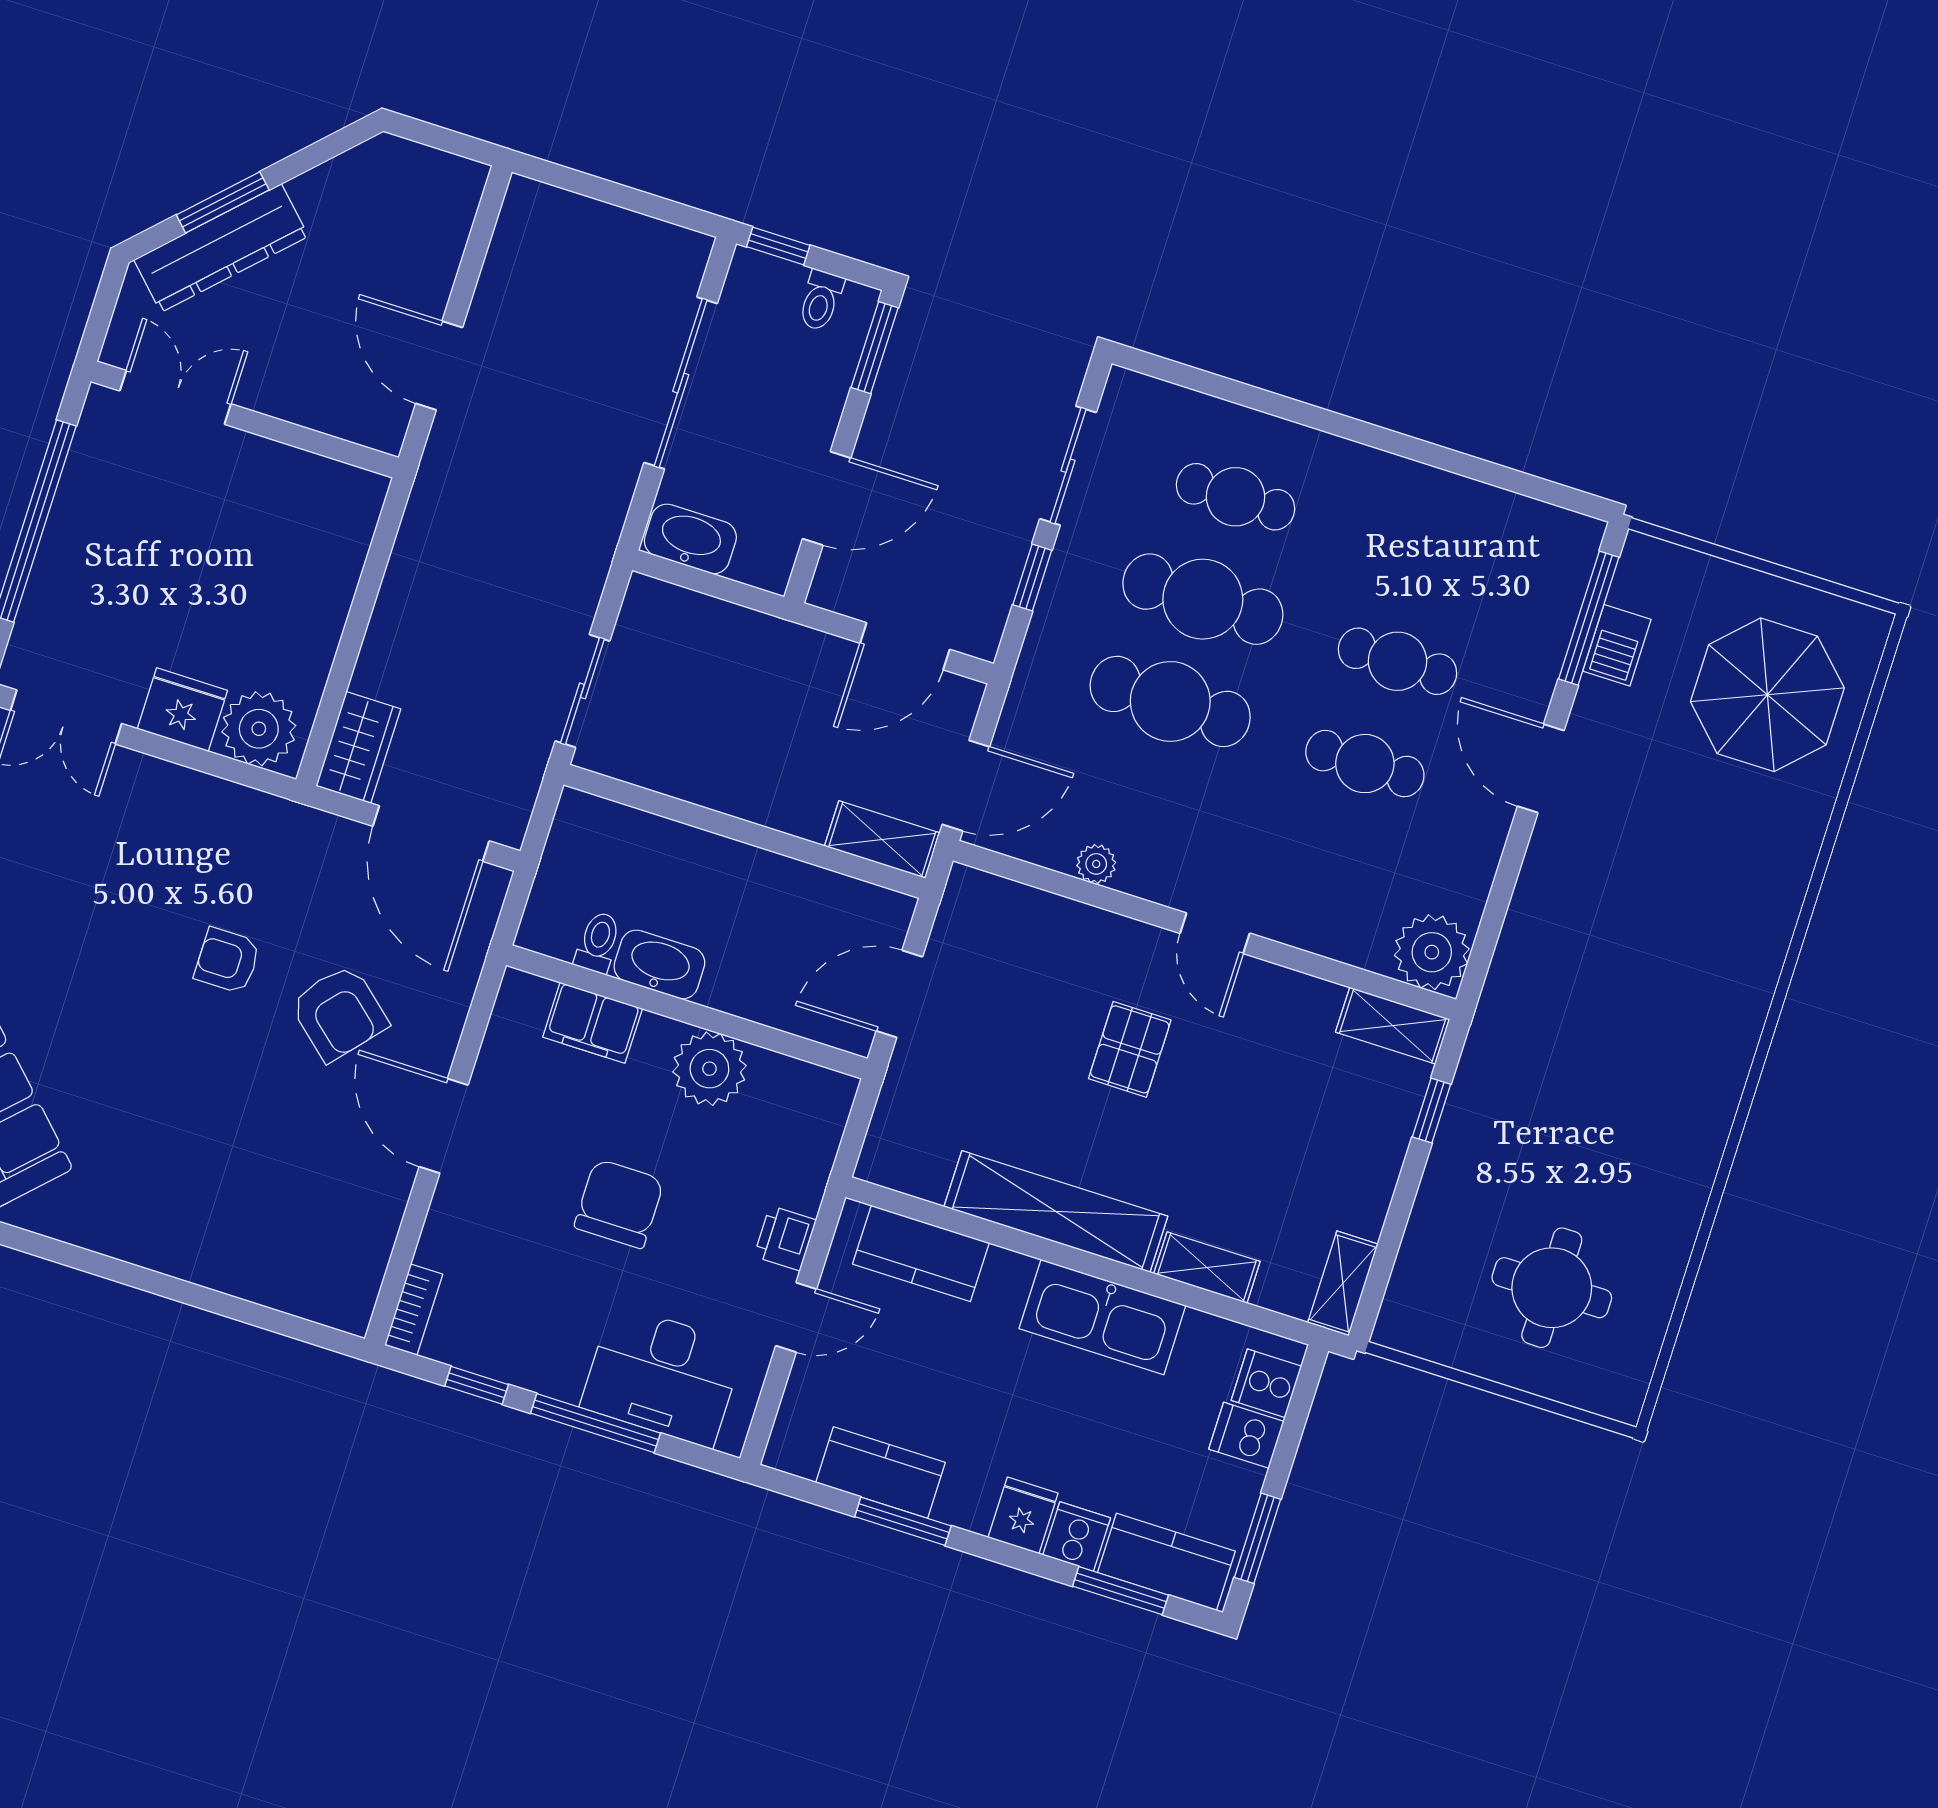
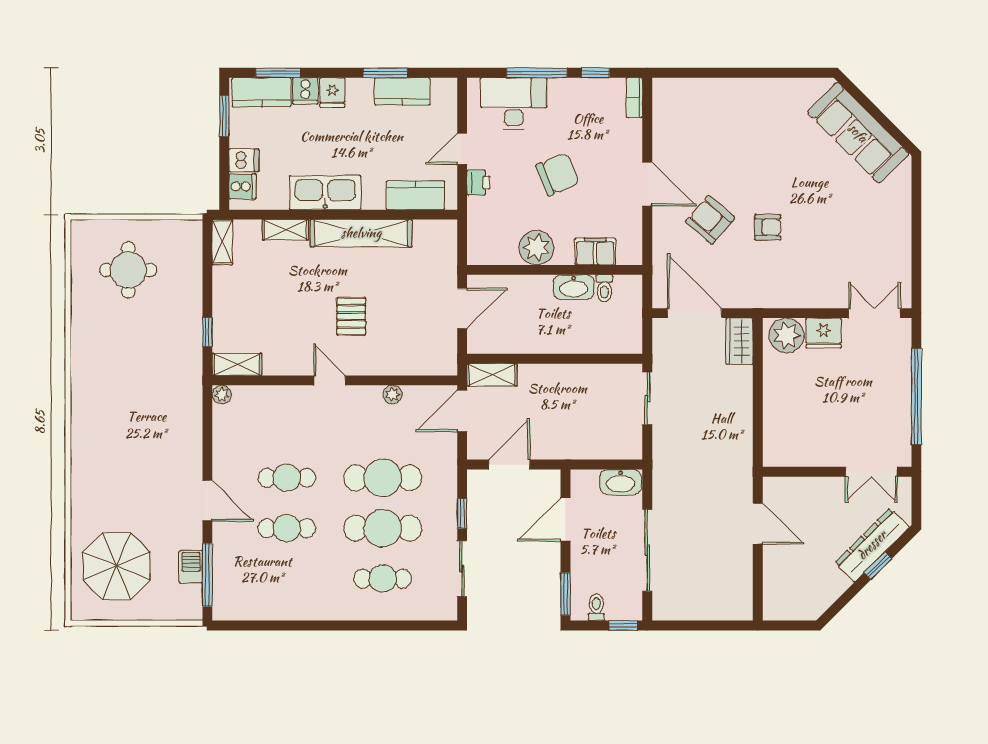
window: (223, 202) -> (878, 566), width x0.67
plant: (1432, 952) -> (222, 395), width x0.53, depth x0.53
chair: (619, 1204) -> (558, 174), turned -112

